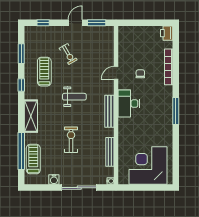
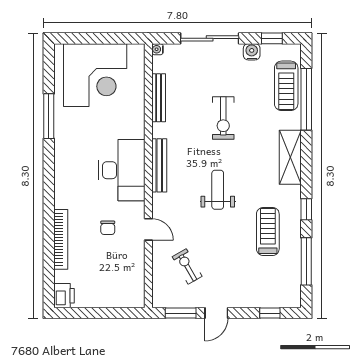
window: (21, 54) -> (306, 261), width x1.44
exercise bike: (68, 54) -> (187, 266), moved
treadmill: (44, 72) -> (268, 231), turned 180
door: (116, 73) -> (148, 229), hinge flipped
weight bench: (74, 97) -> (218, 190), turned 90
desk: (129, 104) -> (122, 170), width x1.36, depth x1.30
window: (176, 111) -> (49, 116), moved
window: (42, 188) -> (272, 38), added

